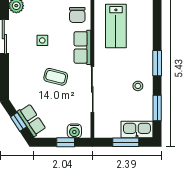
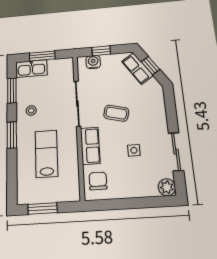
lab bench: (116, 26) -> (46, 154), moved

